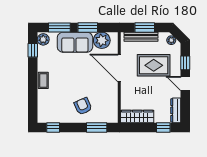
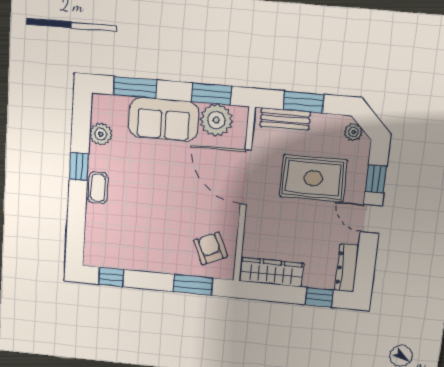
window: (88, 27) -> (212, 94), moved
bench: (141, 37) -> (285, 119), width x0.73
plant: (43, 39) -> (101, 134), moved
window: (33, 50) -> (79, 167), moved
armchair: (83, 106) -> (210, 248), moved

